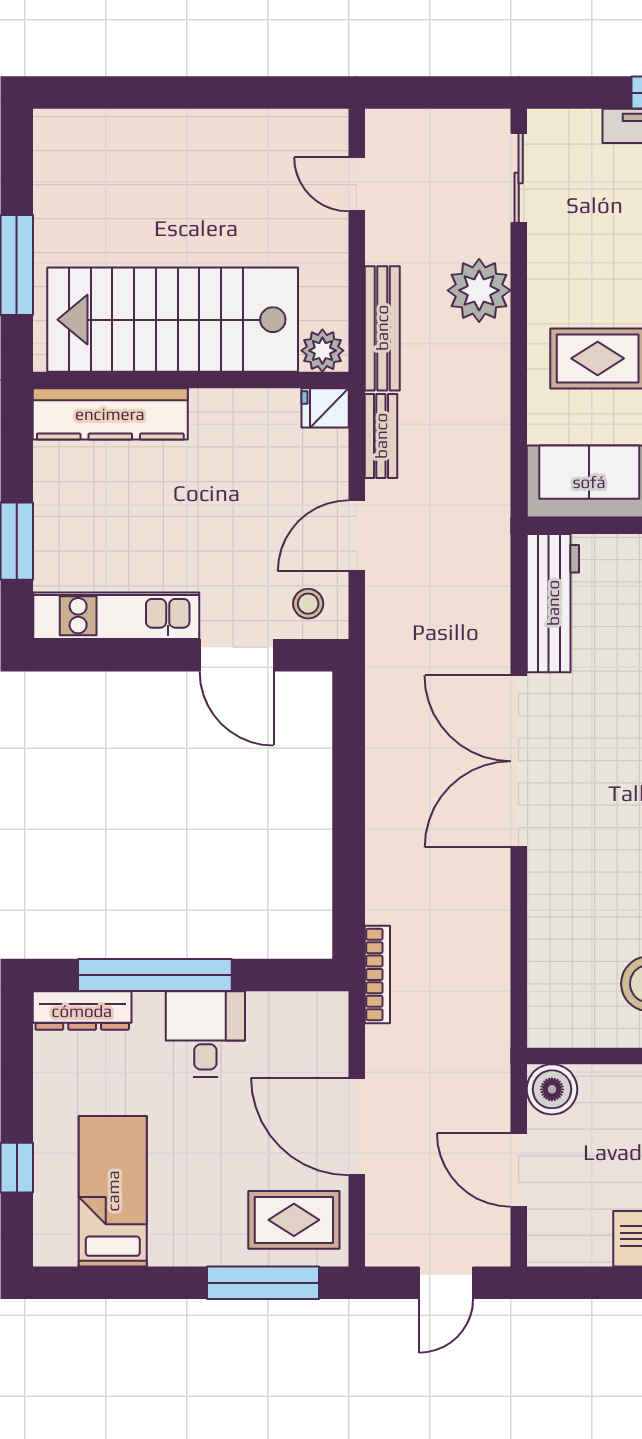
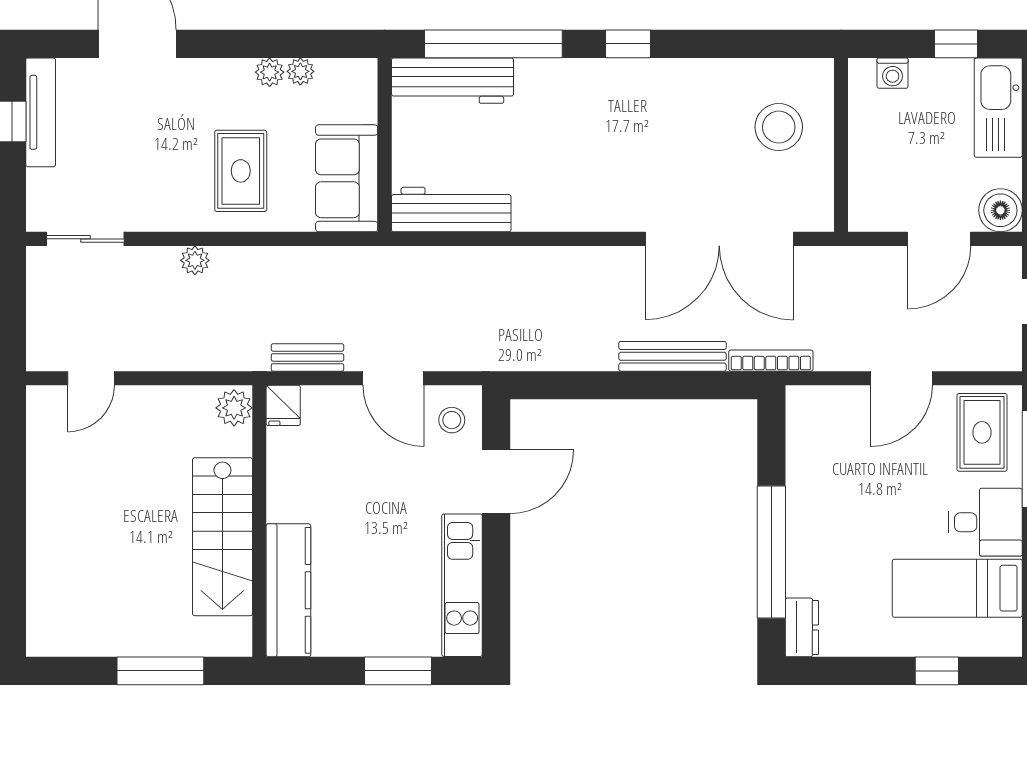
plant: (479, 290) -> (195, 260), width x0.53, depth x0.53
stairs: (173, 320) -> (222, 537), width x0.73, depth x0.66
bench: (382, 328) -> (672, 356), moved
double door: (519, 761) -> (719, 239), moved
dresser: (82, 1011) -> (802, 627), width x0.70
desk: (205, 1034) -> (985, 522), moved, turned 180
boiler: (552, 1089) -> (1000, 210), moved
door: (357, 1127) -> (902, 378), width x0.73

